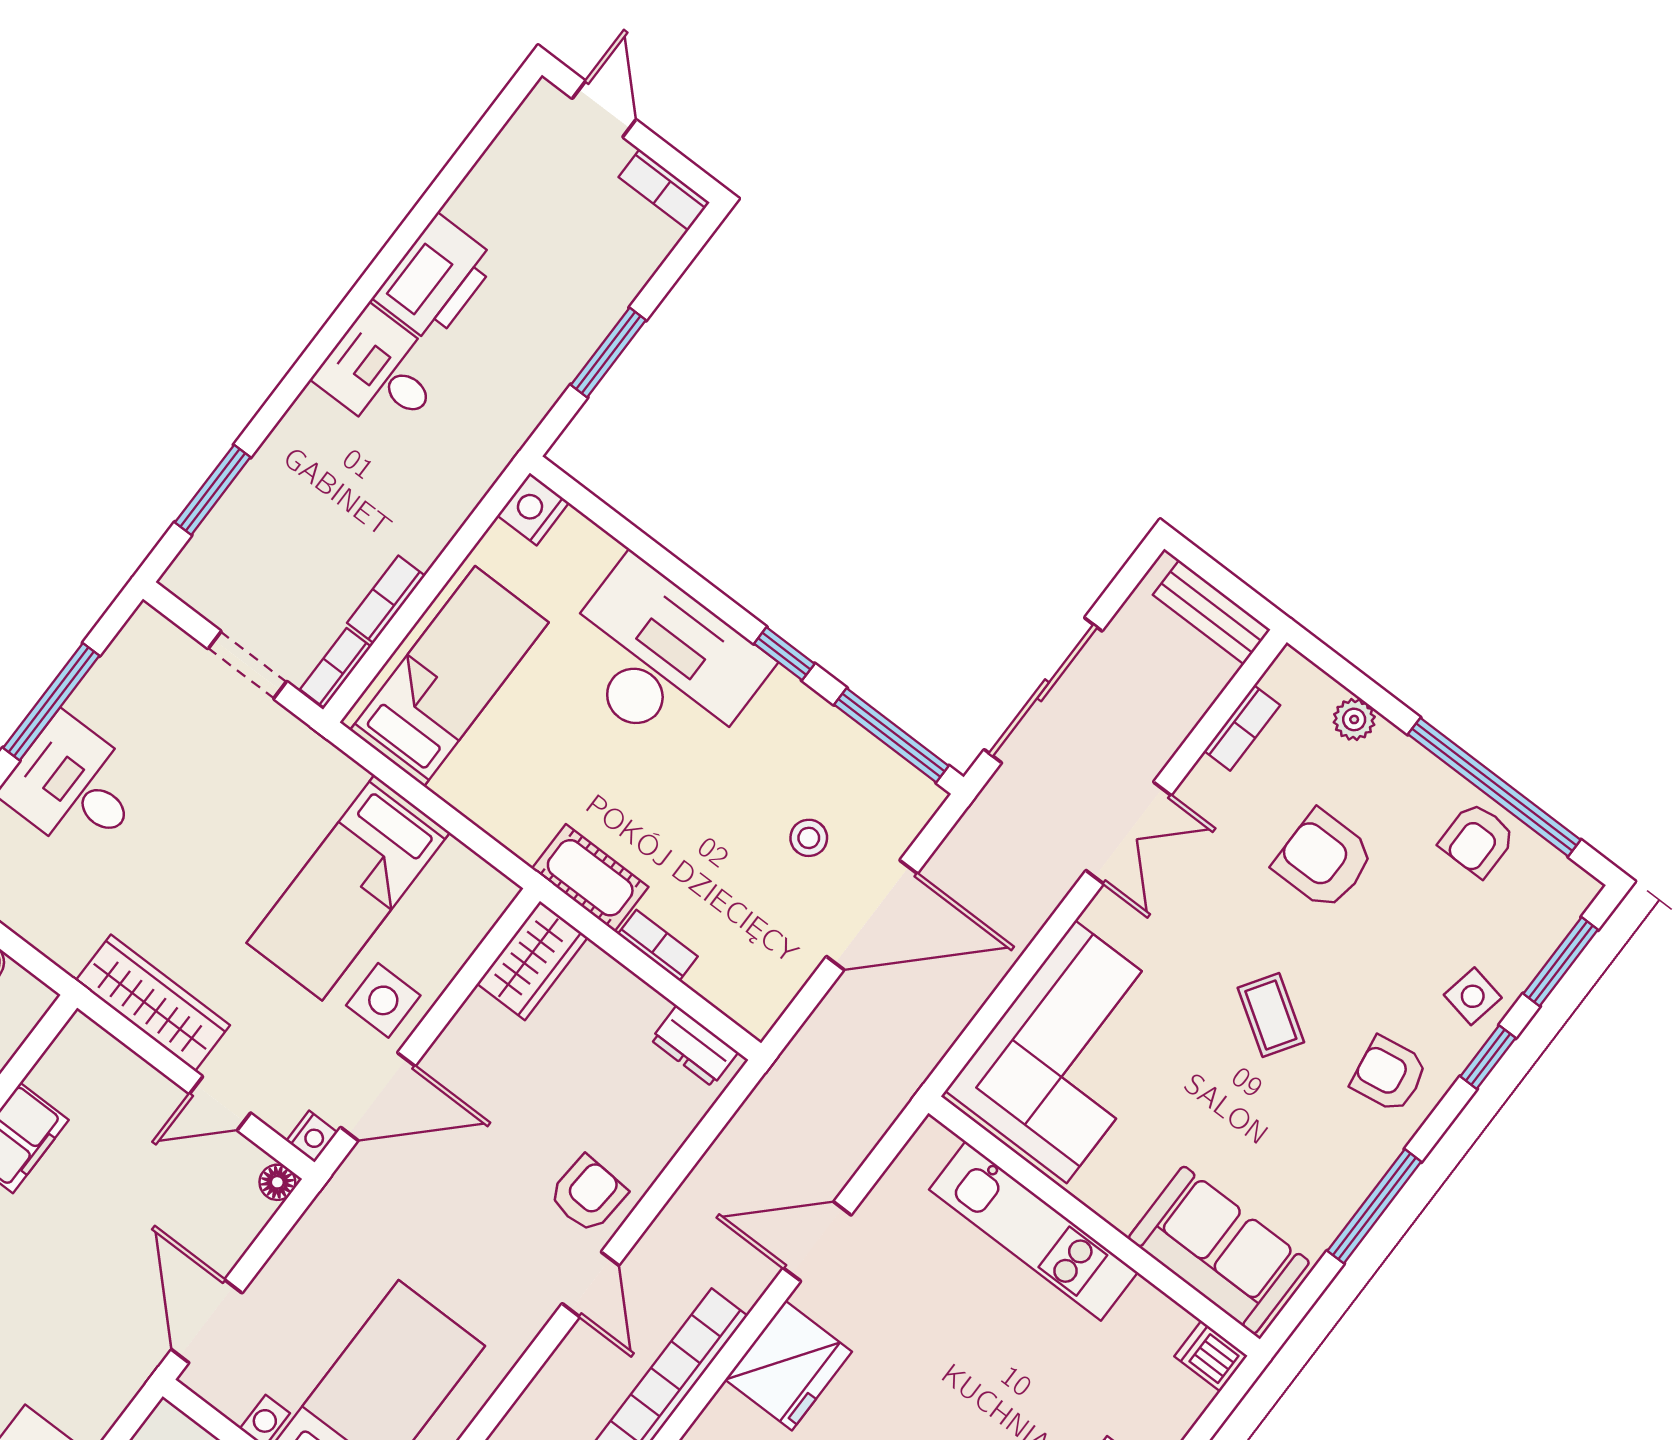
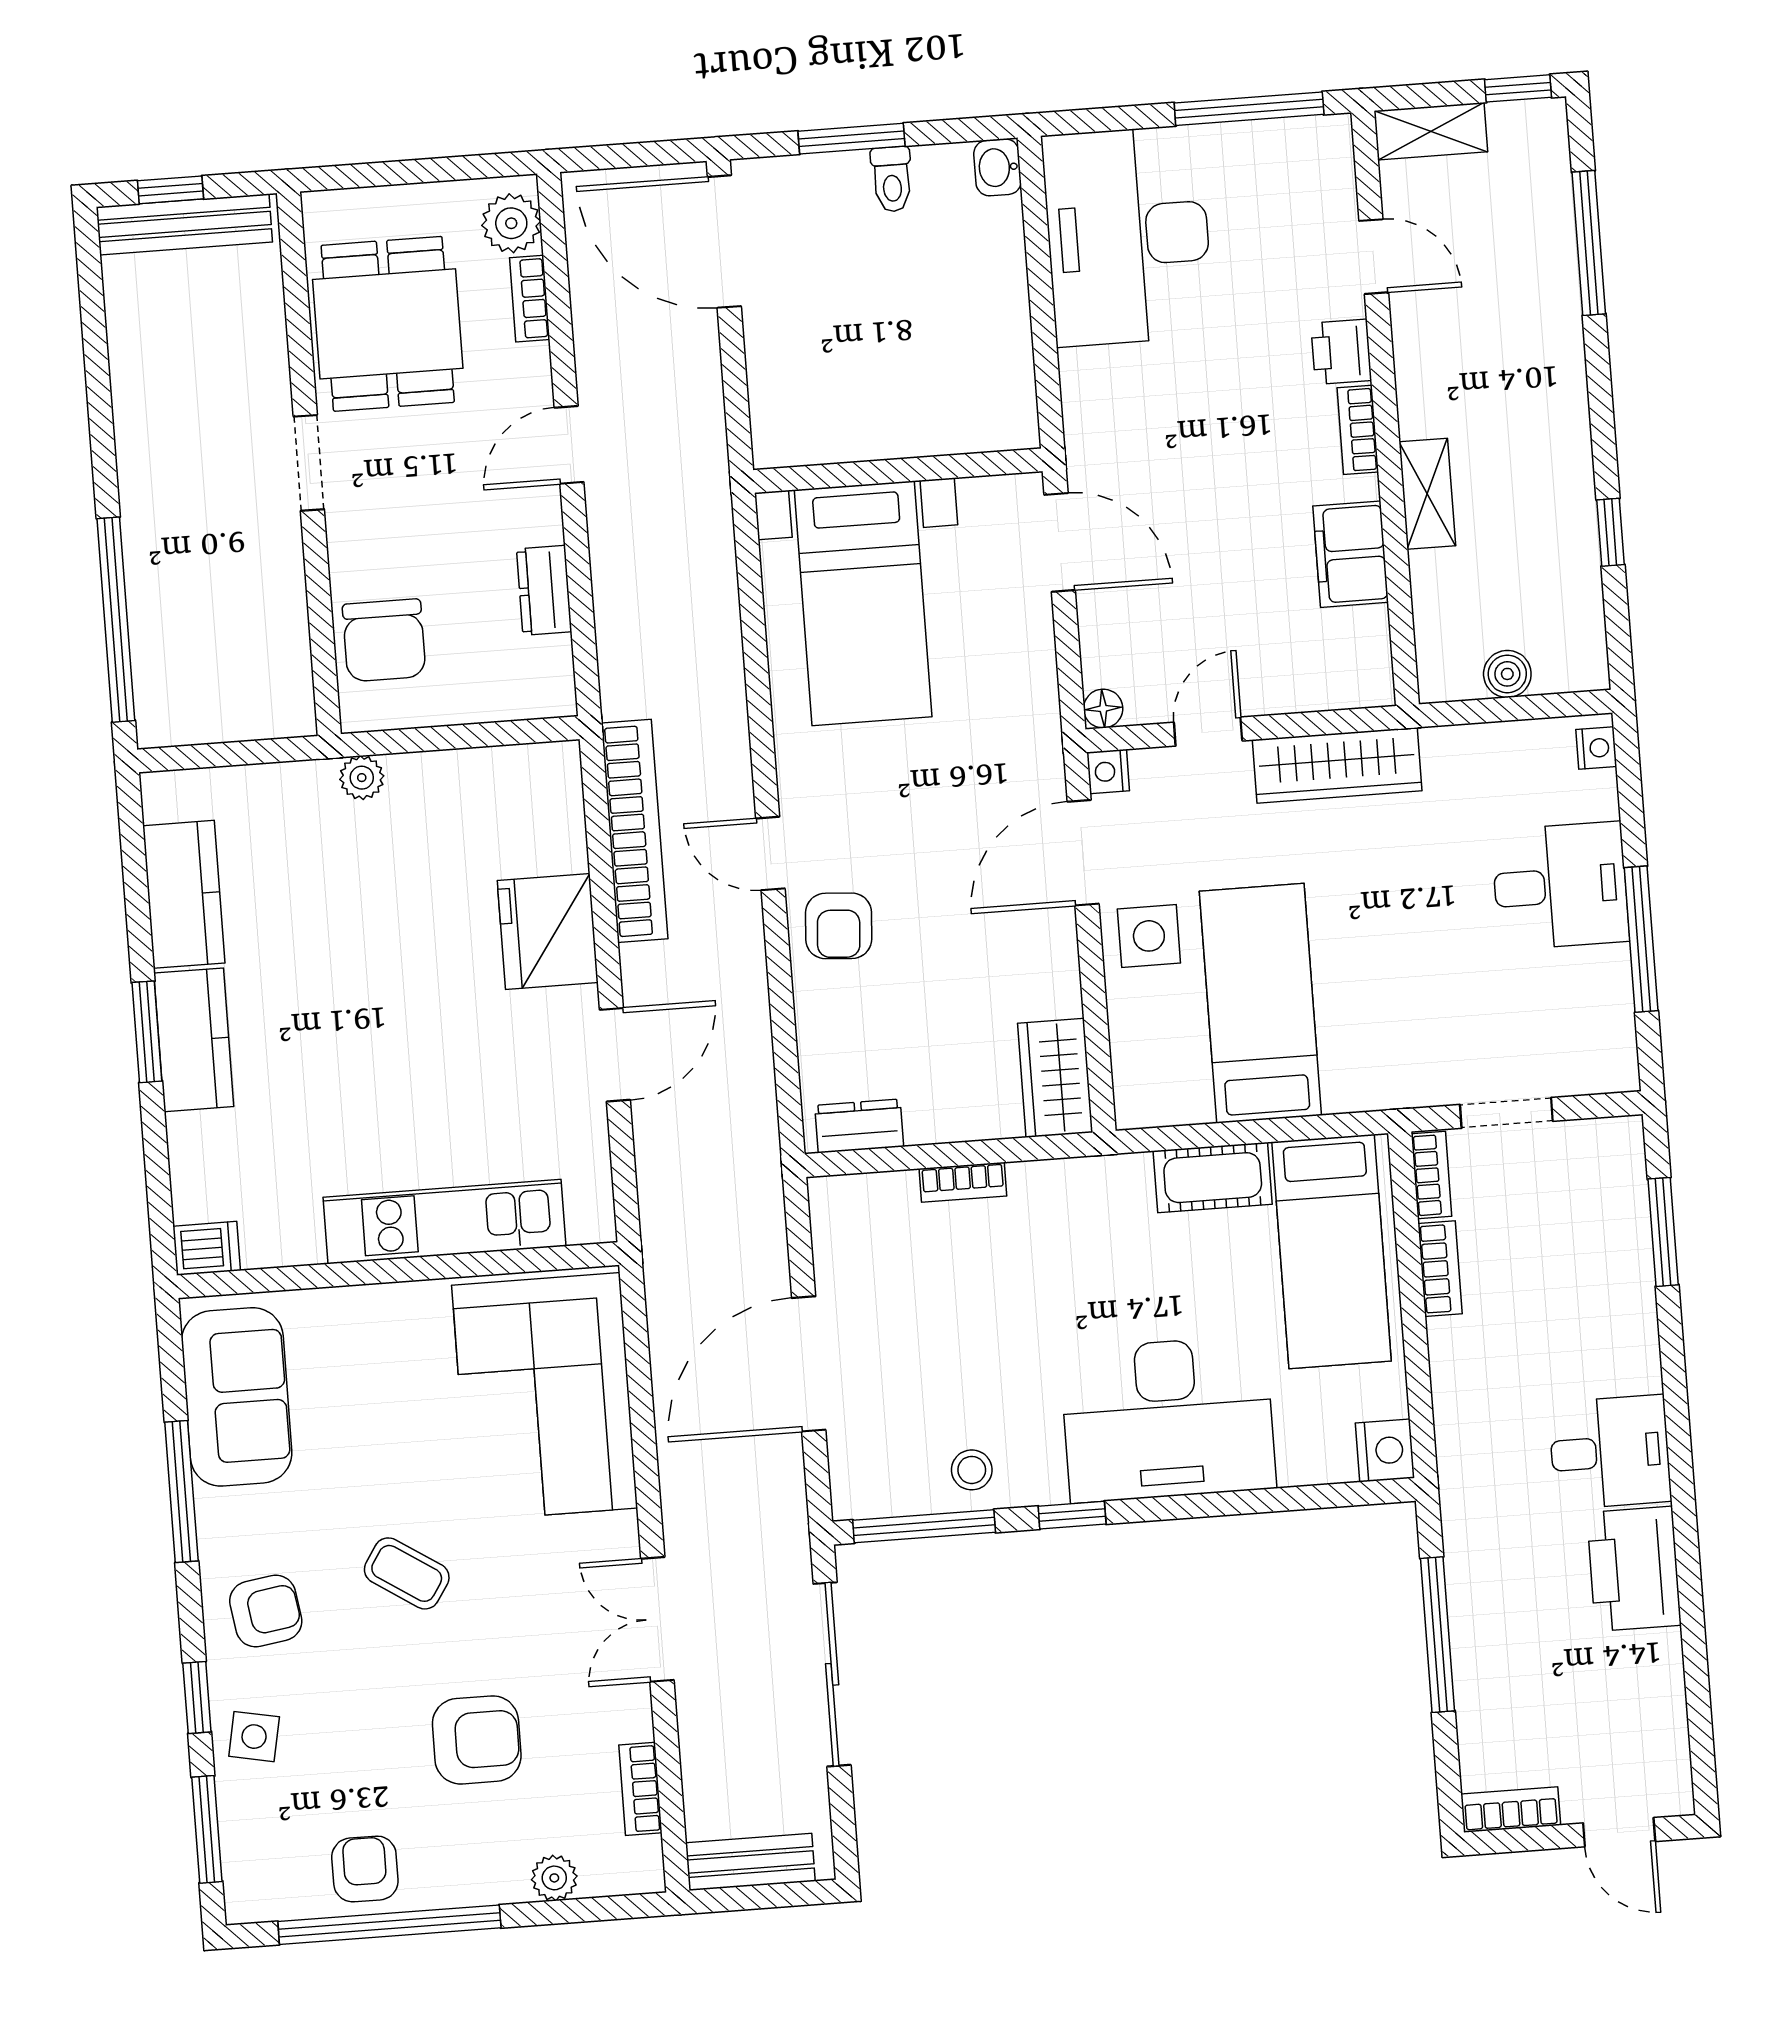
window: (608, 352) -> (1437, 1635), width x1.44
stool: (809, 838) -> (972, 1470), moved
cot: (590, 878) -> (1213, 1178), moved
sofa: (1219, 1250) -> (237, 1397), moved, turned -90

